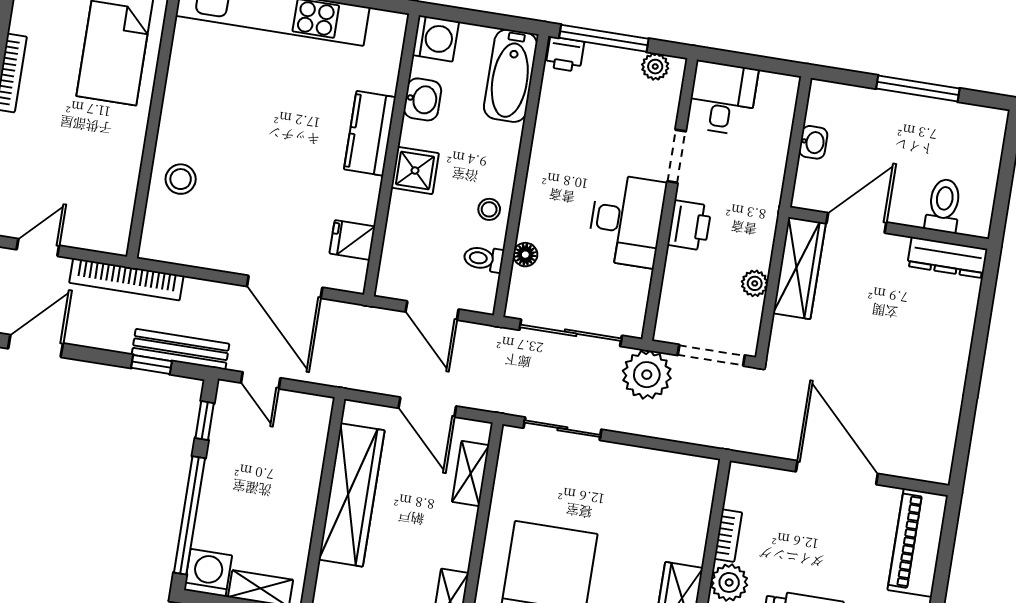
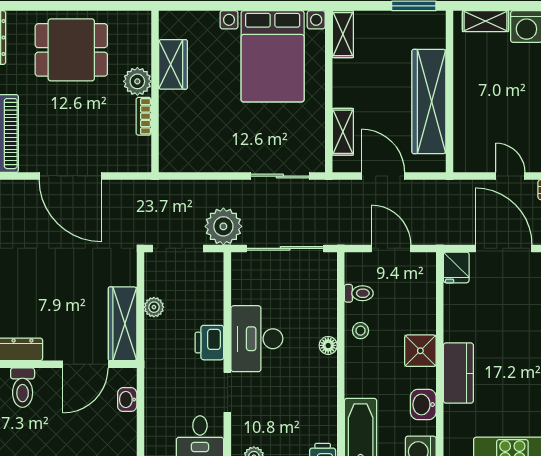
washbasin: (813, 142) -> (127, 400), moved
fridge: (352, 240) -> (456, 267), moved, turned 90
floor lamp: (525, 255) -> (328, 345), moved

